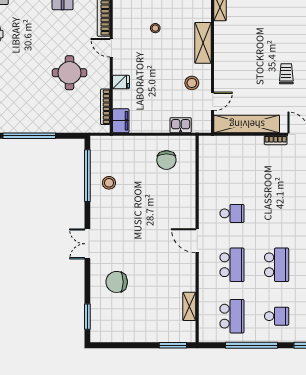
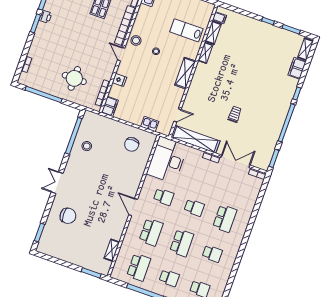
round table: (69, 73) -> (74, 78), moved
stool: (192, 83) -> (136, 40), moved
desk: (220, 164) -> (167, 160), added
school desk: (277, 213) -> (194, 208), added
chair: (117, 282) -> (68, 216), turned 180

